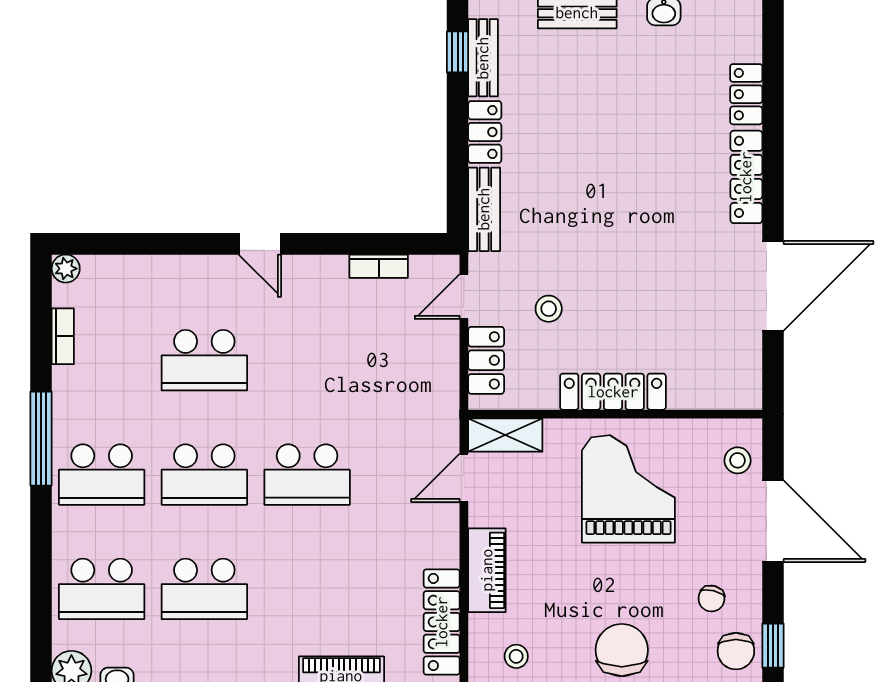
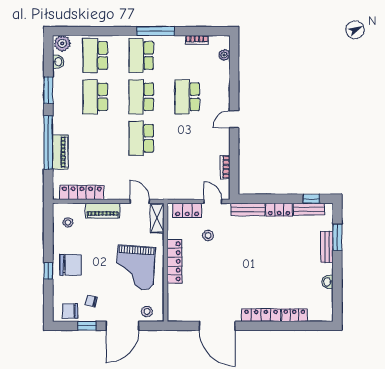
plant: (66, 269) -> (224, 55), moved
grand piano: (628, 489) -> (135, 268), turned 94
window: (773, 646) -> (87, 326), moved

